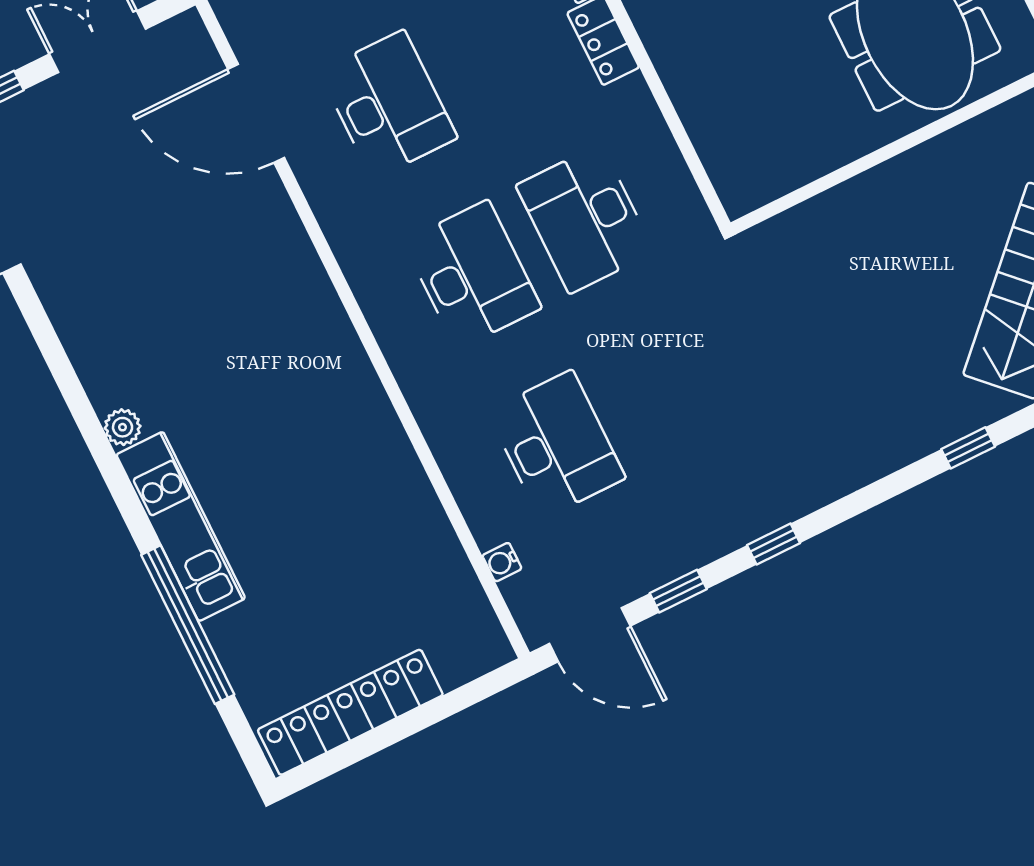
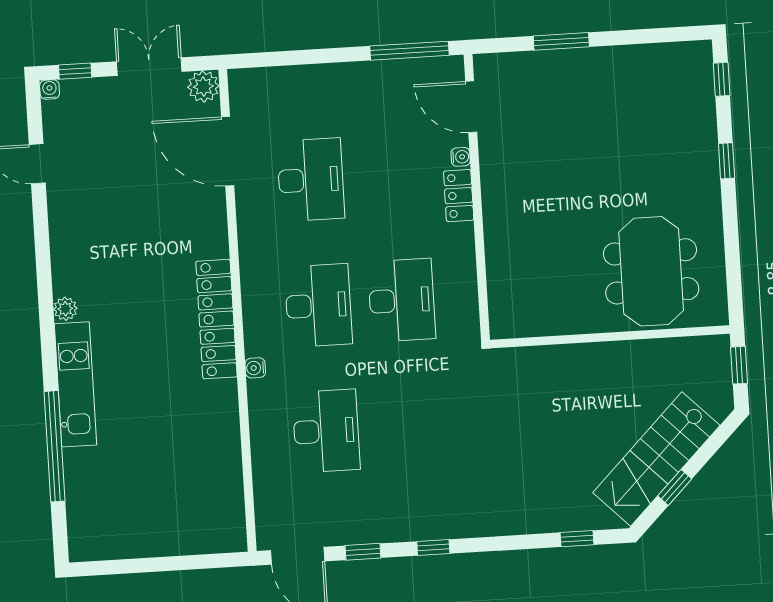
plant: (185, 38) -> (203, 86), added
desk: (585, 219) -> (402, 300), turned 180
water cooler: (502, 562) -> (255, 368), moved
locker: (350, 712) -> (216, 319), moved, turned -90

